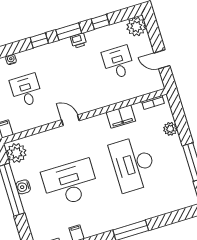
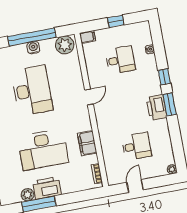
window: (100, 22) -> (175, 134), removed
plant: (136, 27) -> (172, 169), width x0.53, depth x0.53
printer: (79, 41) -> (157, 107), width x1.87, depth x1.48
plant: (170, 129) -> (28, 195), moved
printer: (175, 155) -> (47, 188), added
desk: (133, 164) -> (43, 150), turned 180

